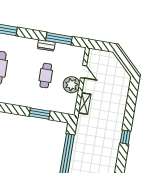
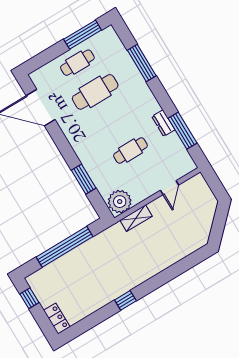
plant: (71, 85) -> (120, 202), moved
window: (125, 137) -> (125, 300), moved

